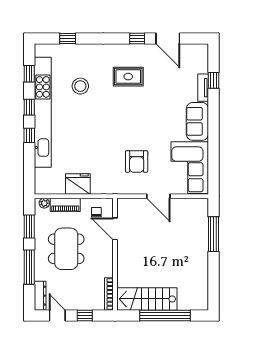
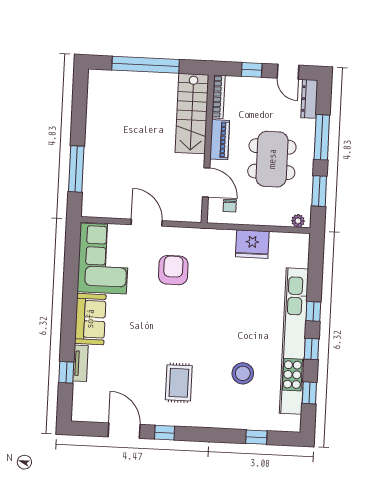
rug: (128, 77) -> (179, 383), turned 90
piano: (65, 205) -> (220, 140), moved, turned 90
stairs: (147, 299) -> (192, 114), moved, turned 90

